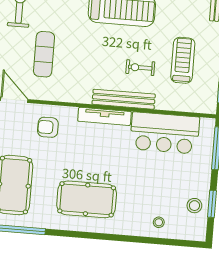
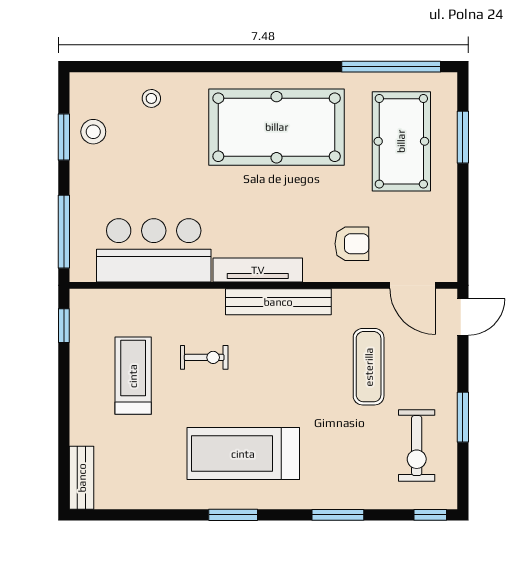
treadmill: (183, 60) -> (133, 376), turned 180
bench: (124, 99) -> (278, 302), moved
pool table: (87, 199) -> (277, 127), width x1.36, depth x1.32

